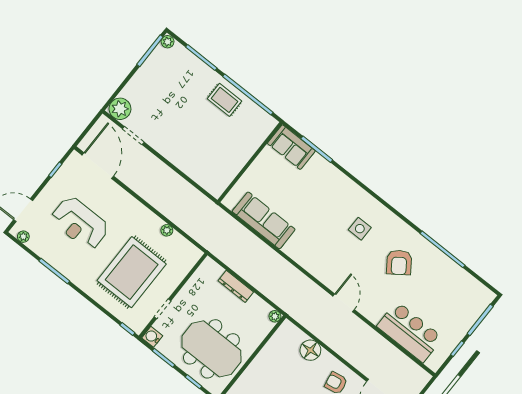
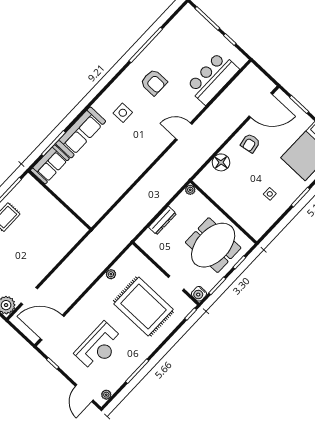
sofa: (264, 220) -> (81, 132), moved, turned 180
armchair: (399, 262) -> (154, 82), turned 35

